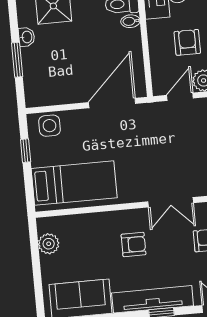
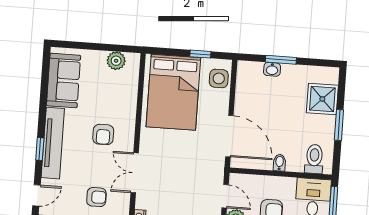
bidet: (130, 21) -> (280, 163), moved
washbasin: (27, 37) -> (272, 69), moved
bed: (74, 183) -> (173, 92), width x1.50

